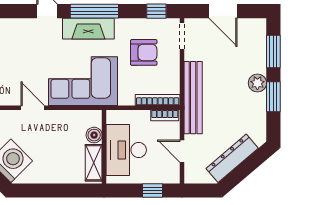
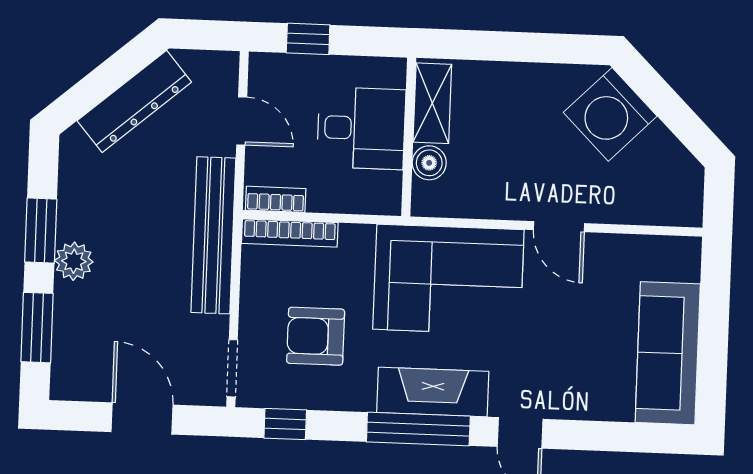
desk: (126, 150) -> (361, 128), width x0.73

